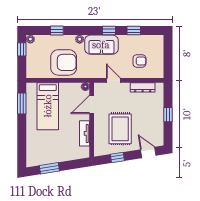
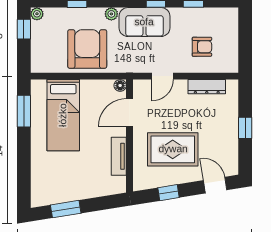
armchair: (64, 62) -> (87, 49), turned -90
door: (113, 80) -> (162, 76), swing flipped
rug: (120, 129) -> (173, 149), turned 90

